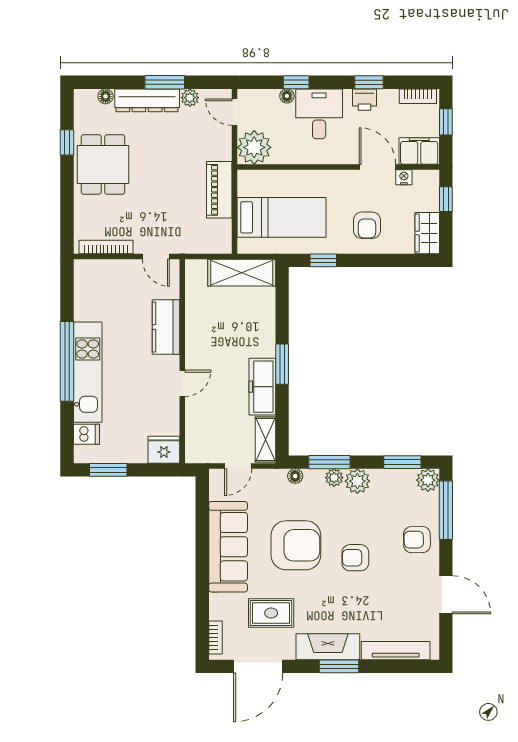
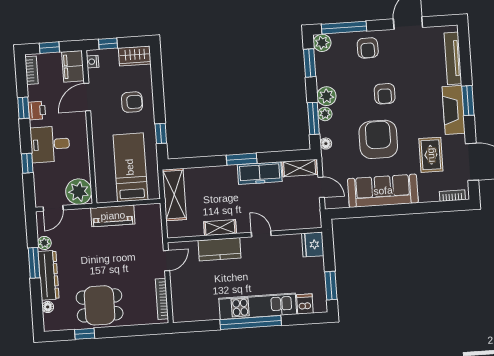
floor lamp: (287, 96) -> (38, 169), removed
nightstand: (404, 177) -> (93, 62), moved
shelving: (194, 330) -> (220, 228), added

